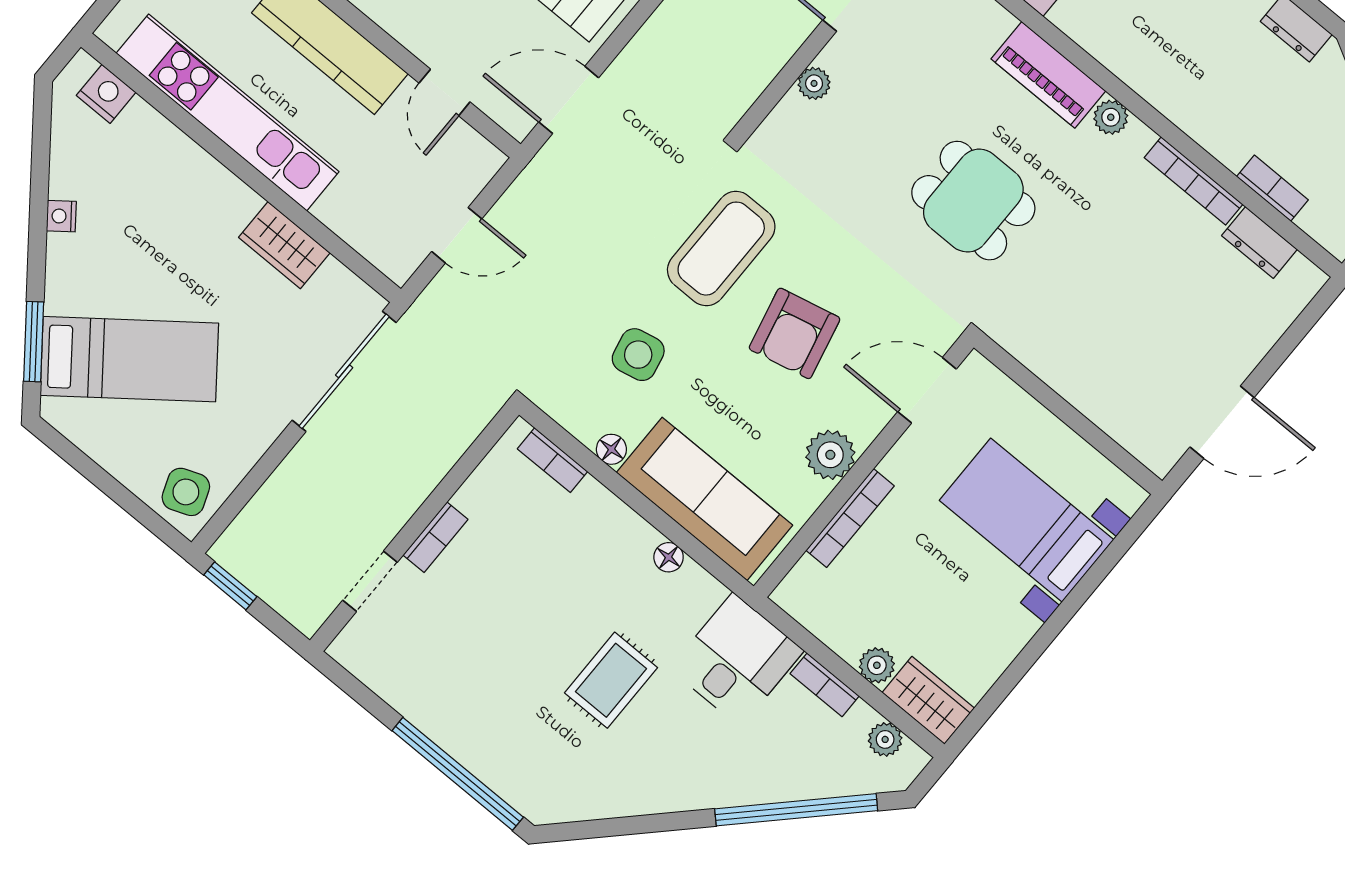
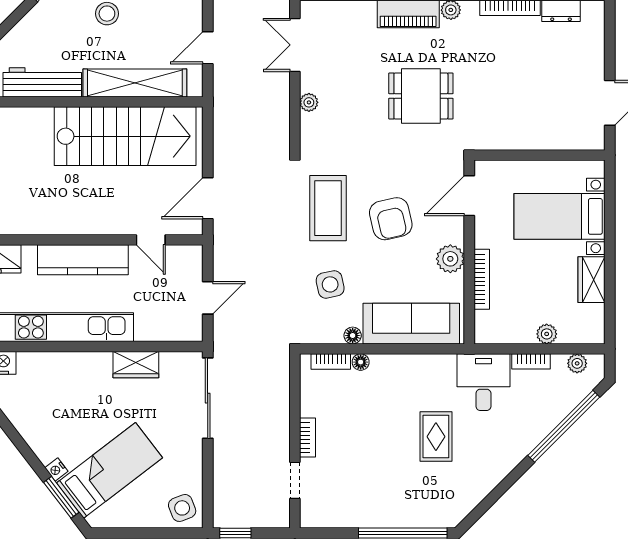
nightstand: (61, 216) -> (56, 470), moved
floor lamp: (669, 557) -> (361, 362), moved
wardrobe: (928, 700) -> (591, 280), moved, turned -90

